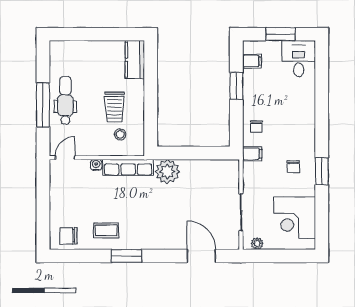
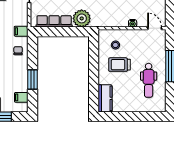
dental chair: (65, 101) -> (149, 80), moved
trolley: (114, 107) -> (119, 65), turned -90
door: (65, 158) -> (155, 28), swing flipped
row of seats: (128, 167) -> (54, 21), moved

